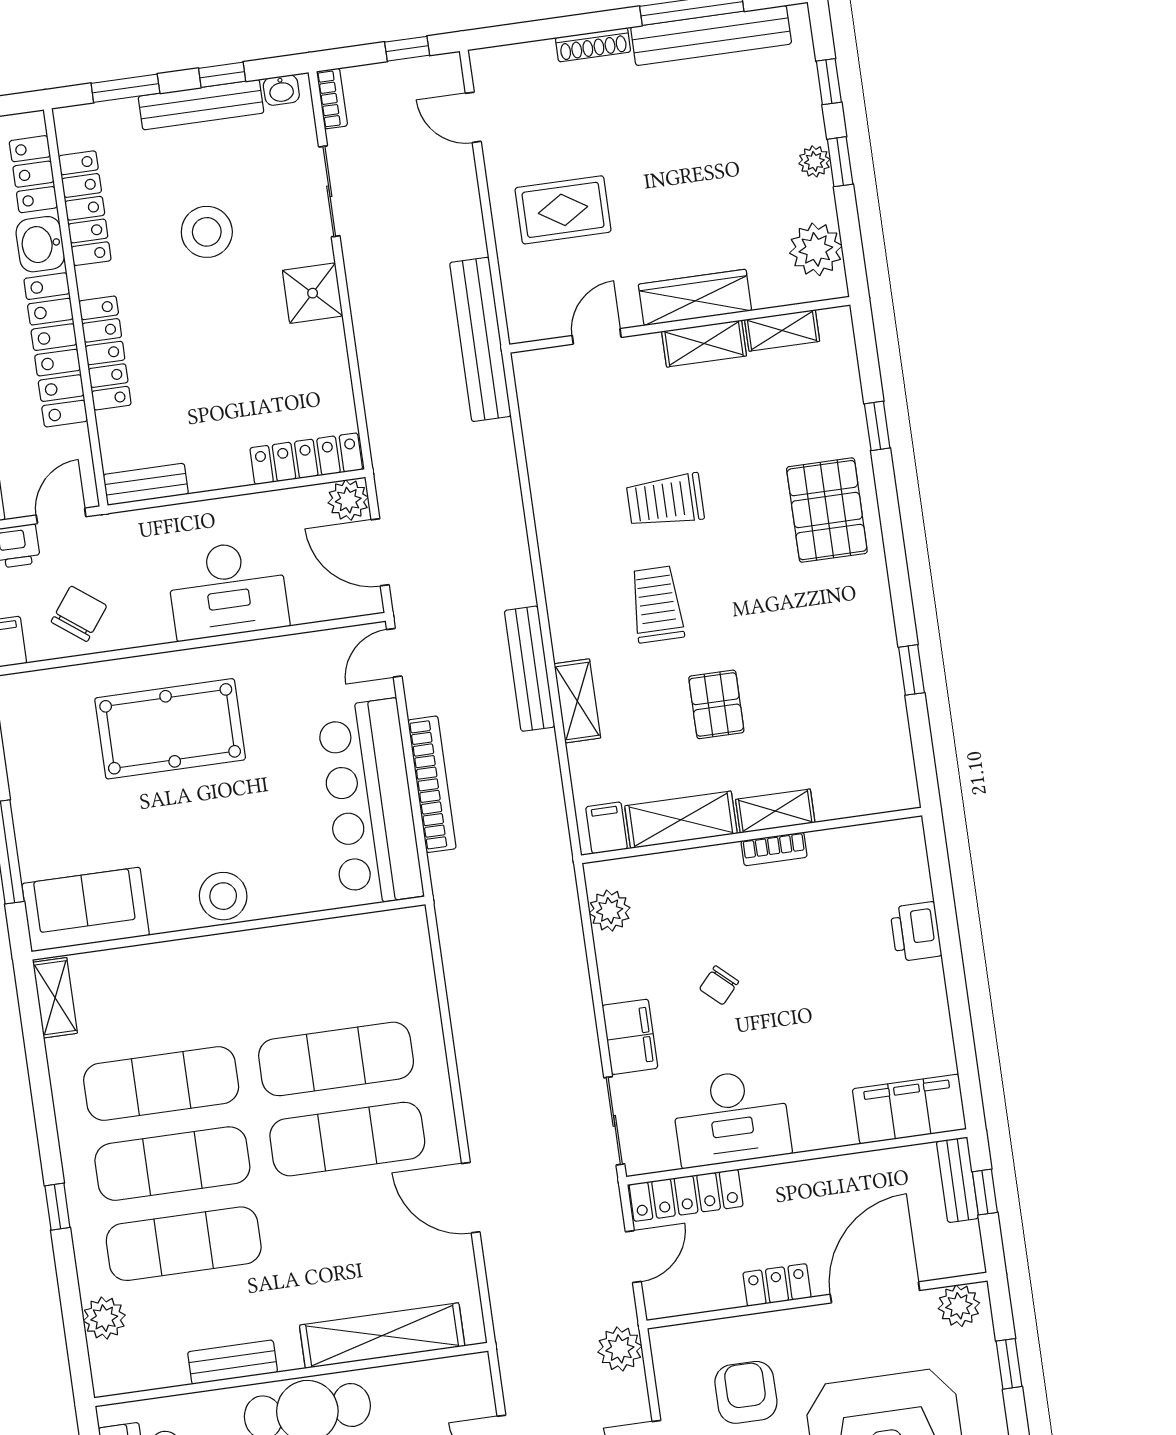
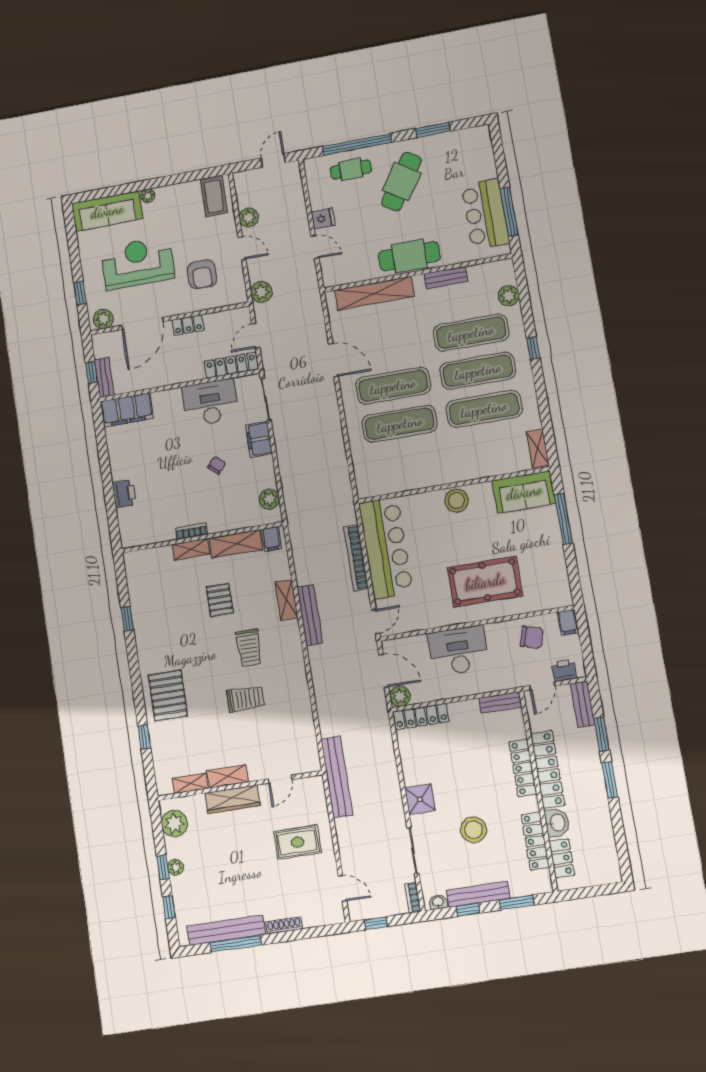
chair: (79, 614) -> (532, 637), turned -111

